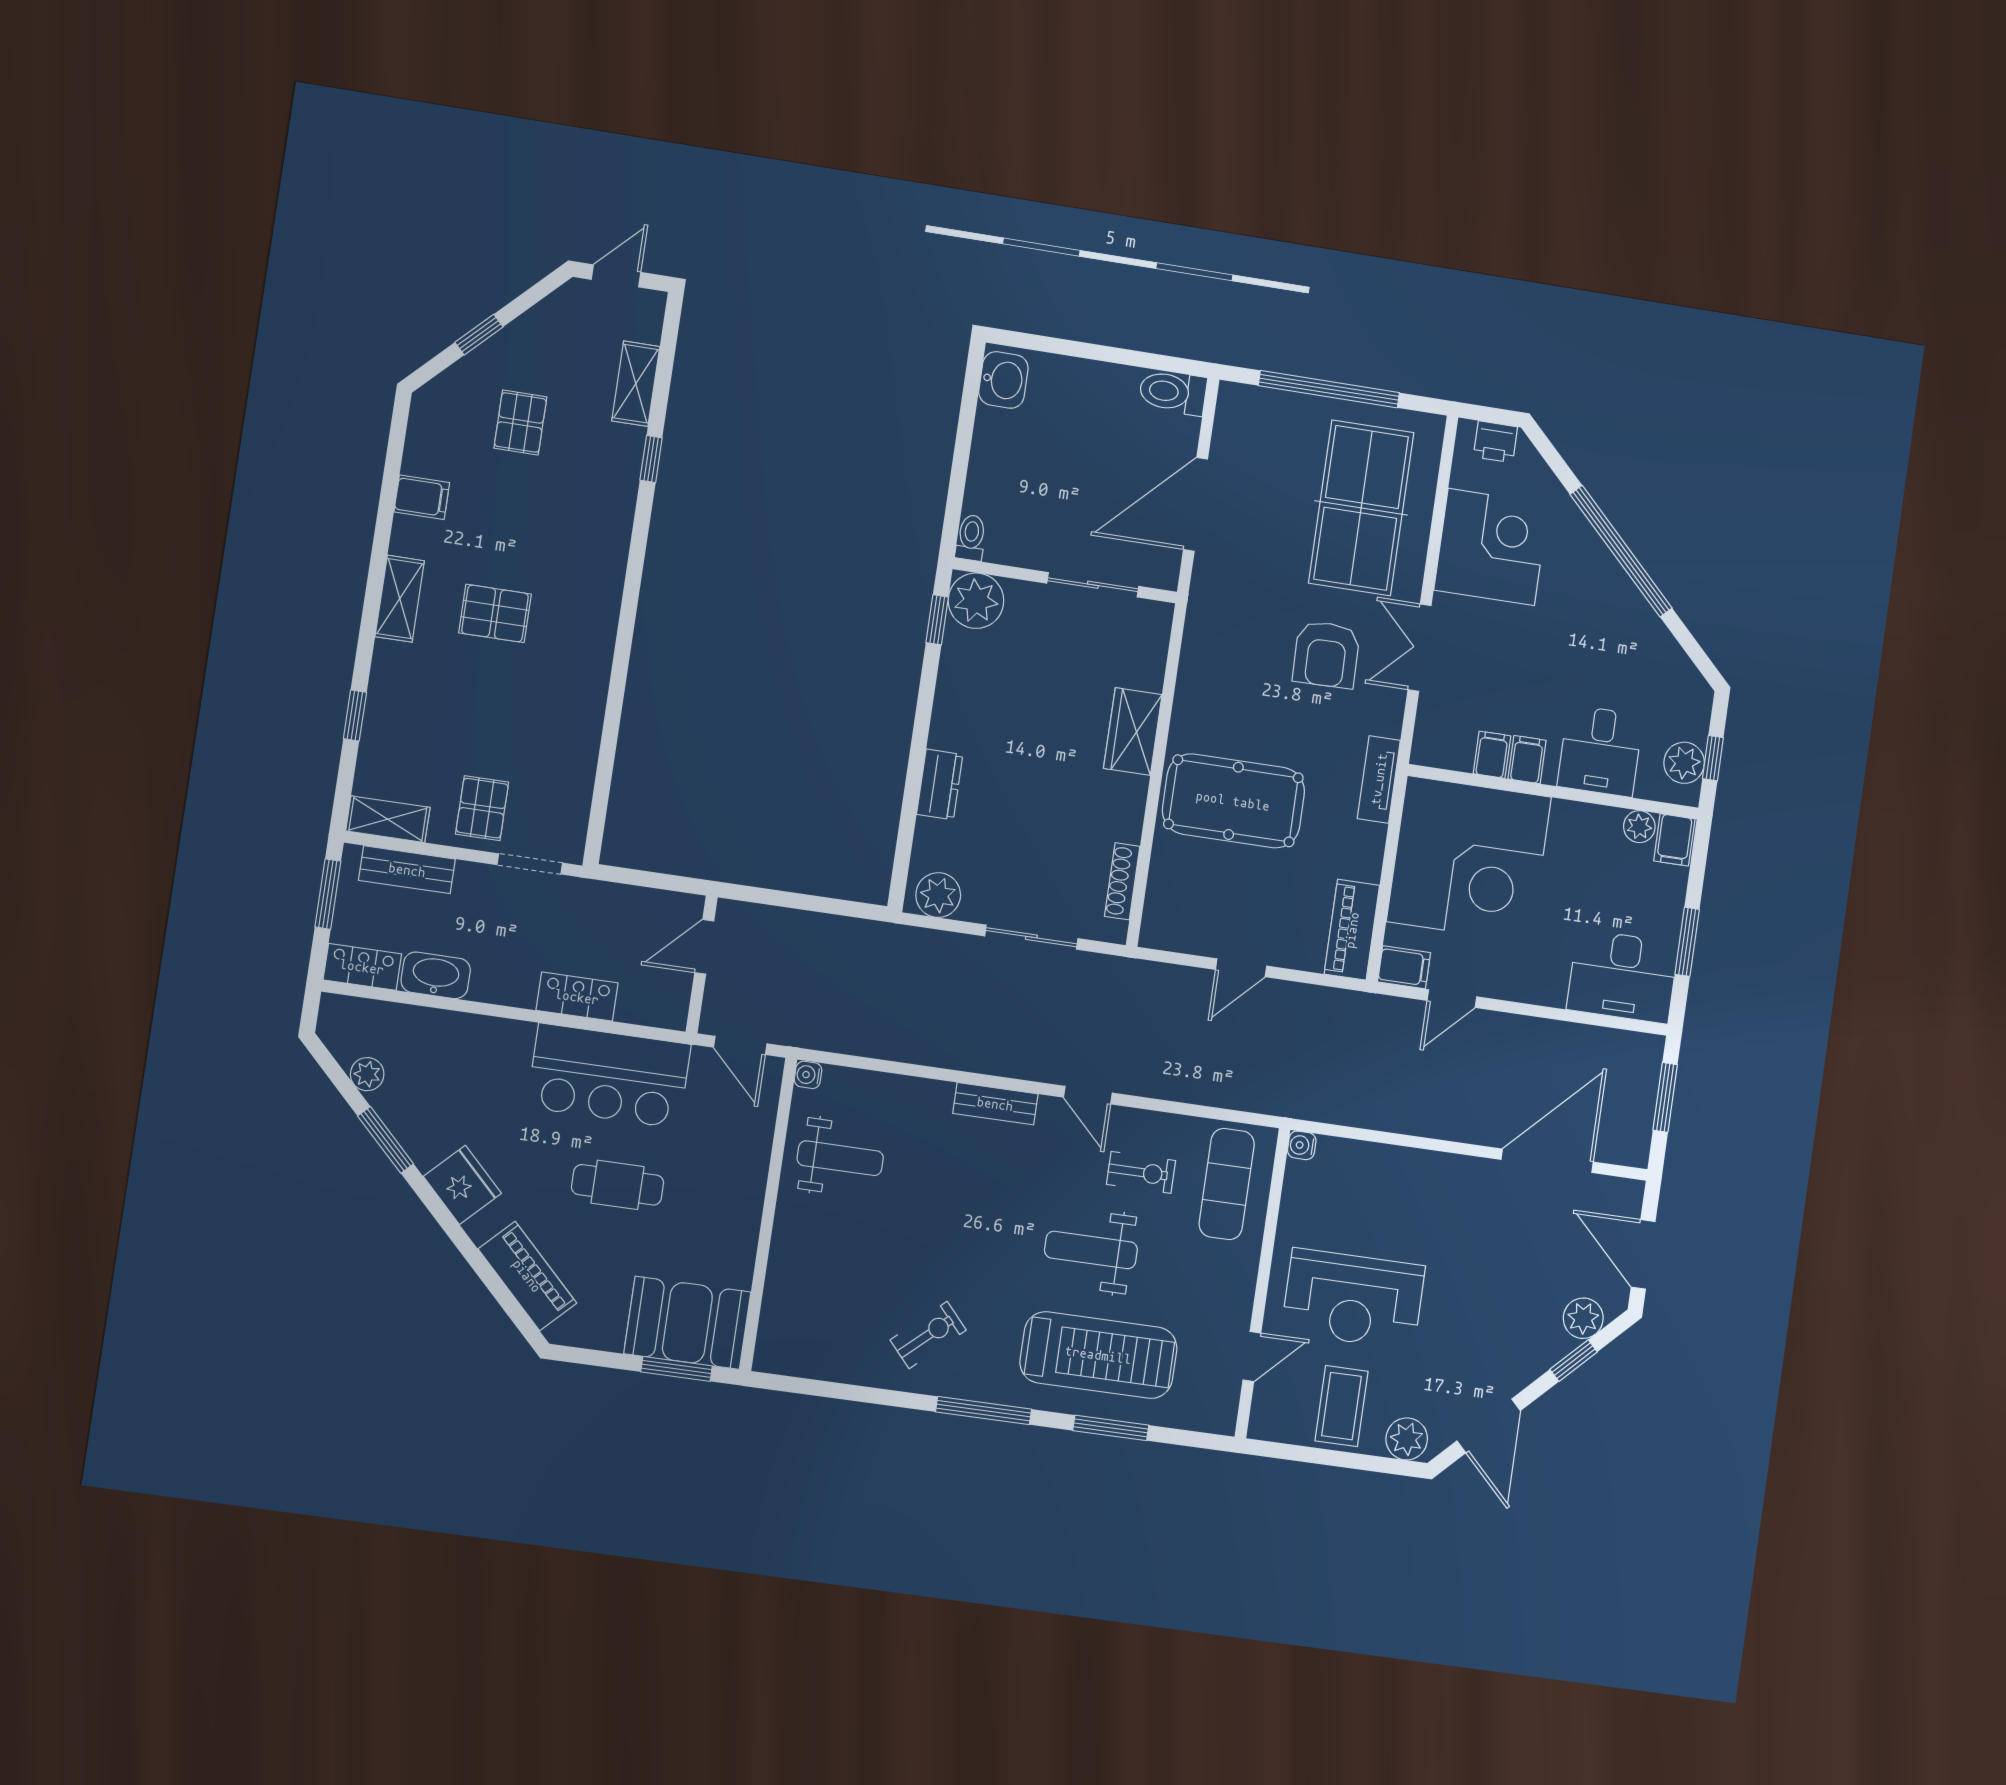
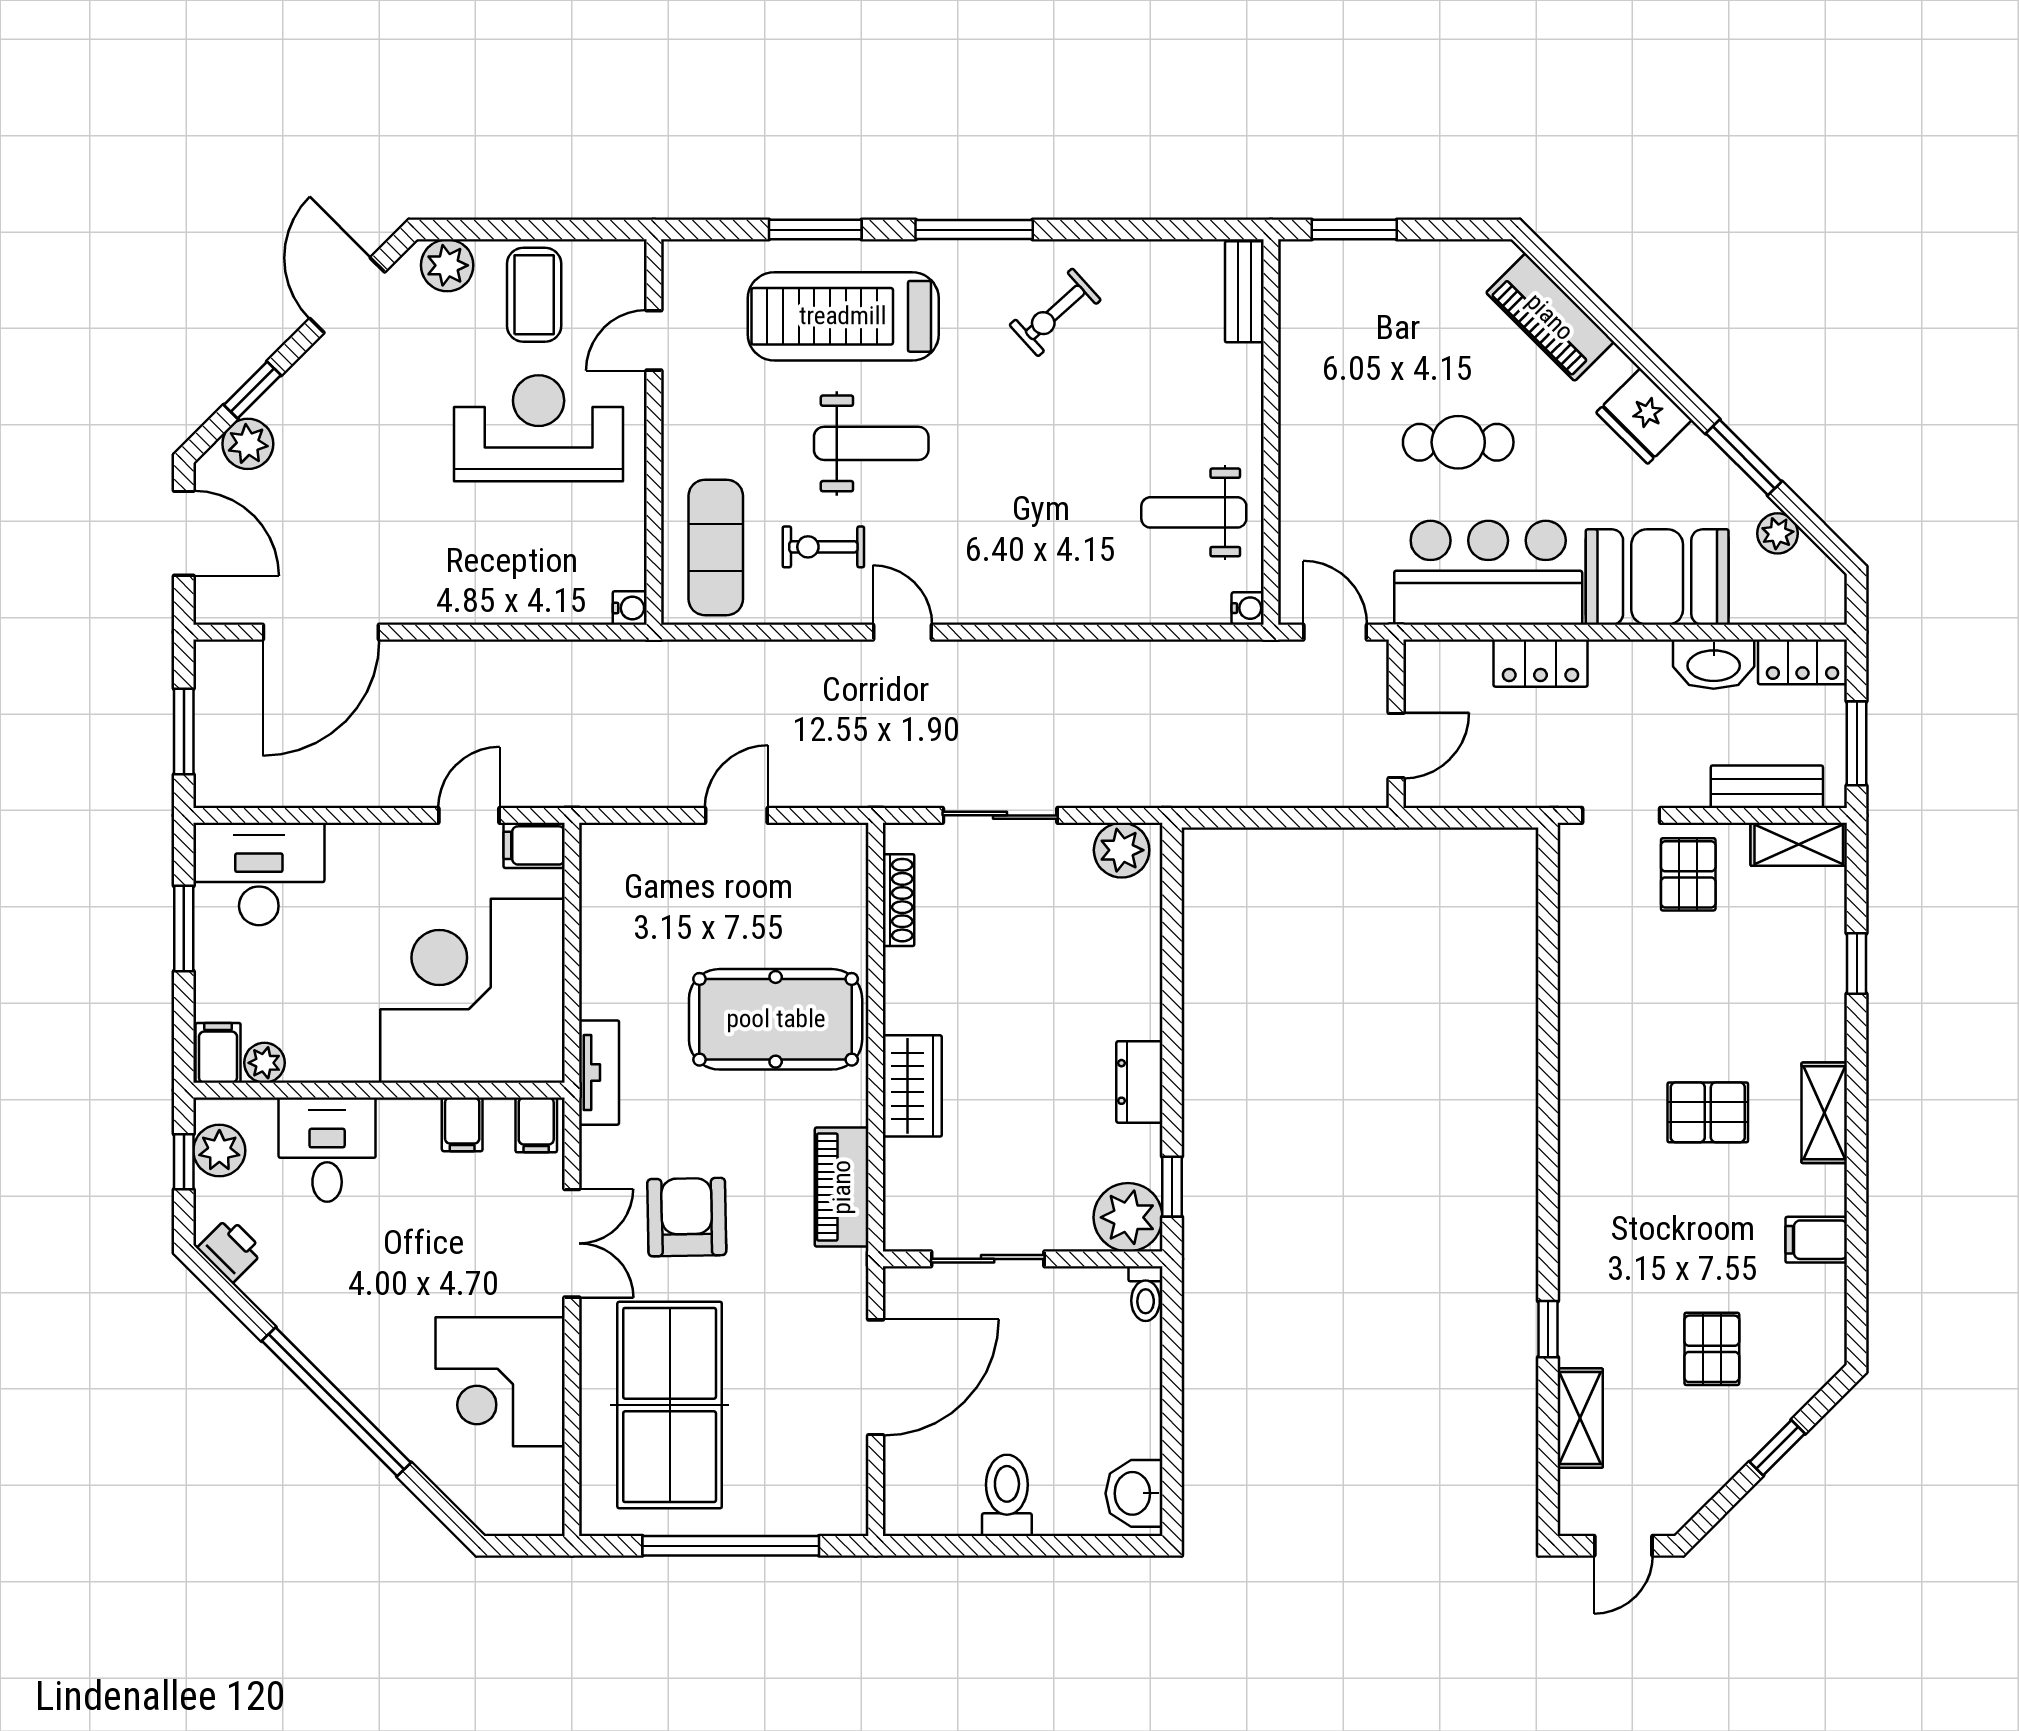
toilet: (1173, 392) -> (1007, 1495), moved, turned -90
printer: (1495, 442) -> (230, 1250), moved, turned 45
filing cabinet: (1527, 760) -> (536, 1125), moved
dresser: (940, 784) -> (1139, 1082), moved
piano: (1352, 930) -> (842, 1187), moved, turned 180
bench: (995, 1104) -> (1244, 292), moved, turned 90
booth: (687, 1323) -> (1657, 577), moved

